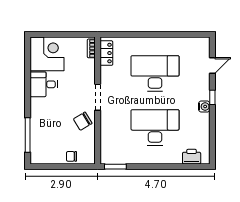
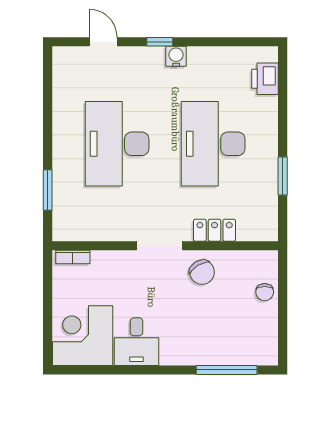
window: (129, 34) -> (48, 190), added
locker: (106, 53) -> (215, 230), moved
window: (115, 167) -> (283, 176), moved

